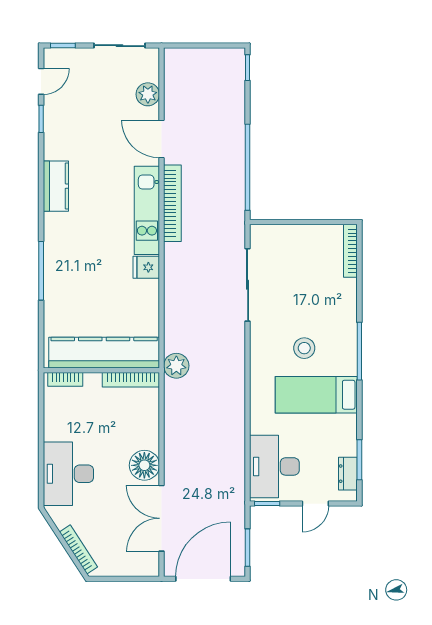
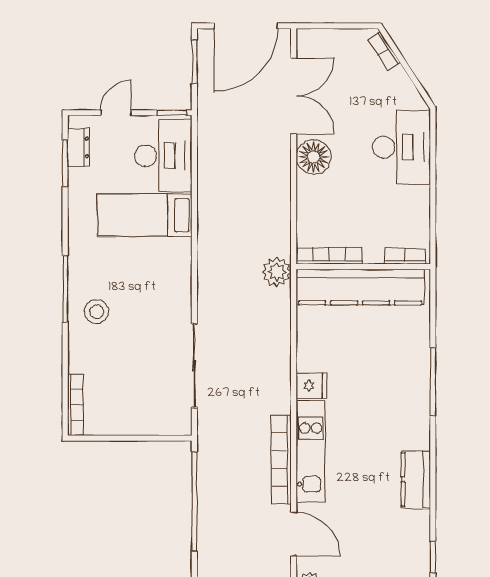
stool: (304, 348) -> (97, 312), moved
bed: (316, 395) -> (145, 215), moved, turned 180
bookcase: (78, 549) -> (384, 51), width x0.64

